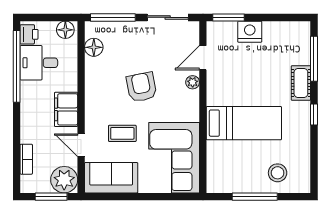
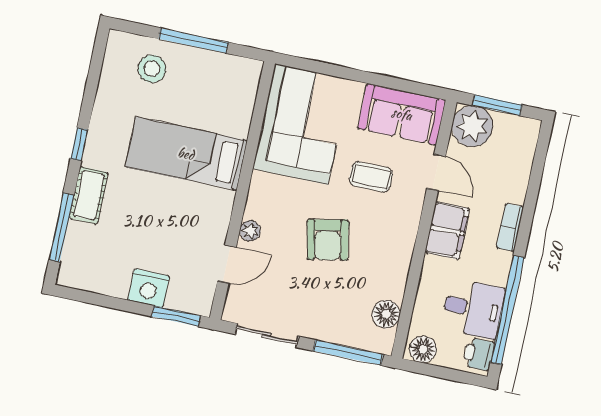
bookcase: (26, 159) -> (510, 227), moved

